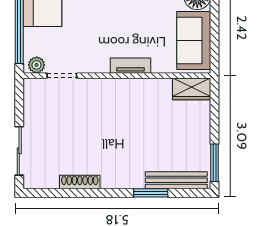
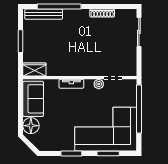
plant: (37, 65) -> (99, 84), moved
window: (214, 163) -> (20, 41), moved
window: (151, 193) -> (59, 7), width x2.11

